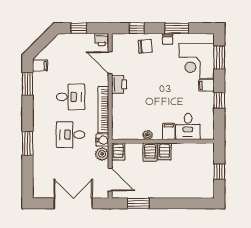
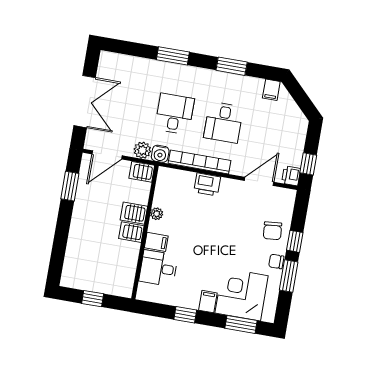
window: (79, 28) -> (308, 164), moved
window: (137, 28) -> (295, 241), moved
window: (28, 84) -> (232, 66), moved
printer: (119, 84) -> (207, 184), moved

